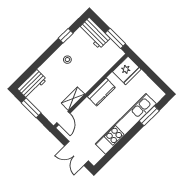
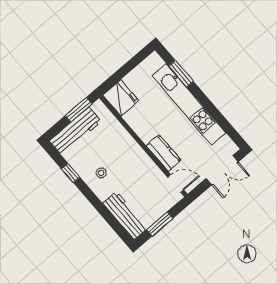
workbench: (94, 33) -> (75, 131), width x1.38
workbench: (32, 84) -> (125, 216), width x1.38
kitchen counter: (101, 92) -> (164, 153), moved
shelving: (73, 99) -> (152, 170), removed

